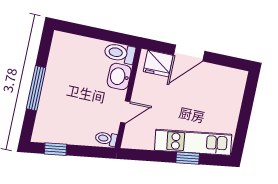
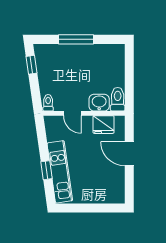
fridge: (158, 63) -> (104, 125), moved, turned -90

